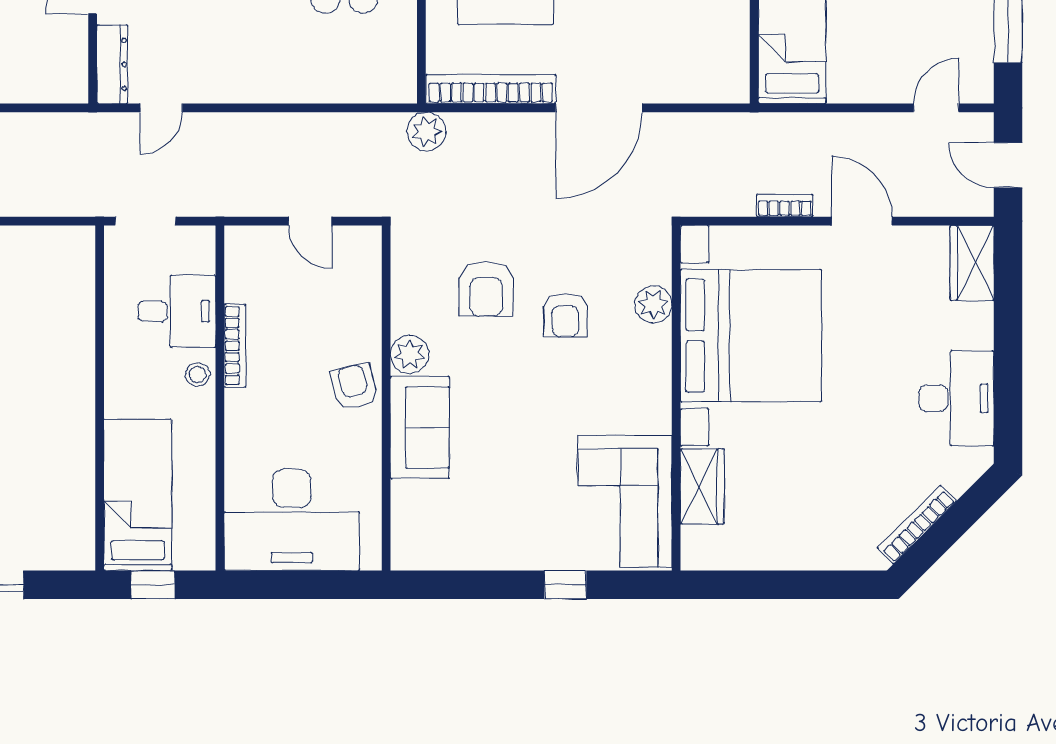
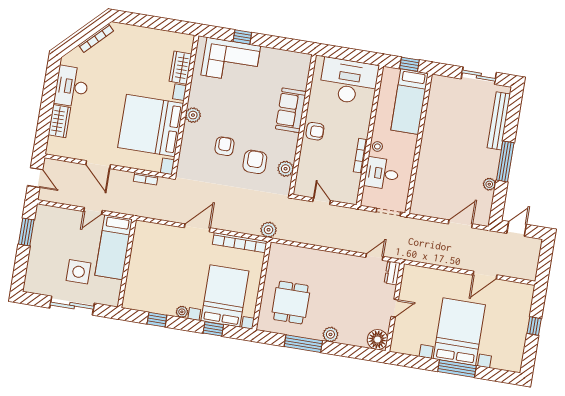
dresser: (112, 64) -> (392, 273), width x0.70
door: (599, 108) -> (197, 228), width x0.73
door: (936, 108) -> (93, 211), moved
bookcase: (785, 206) -> (146, 179), moved
wardrobe: (972, 263) -> (59, 121), moved
plant: (653, 305) -> (193, 115), moved
plant: (410, 354) -> (286, 169), moved
armchair: (354, 387) -> (315, 131), turned -77
corner sofa: (625, 501) -> (231, 60), moved, turned 90

